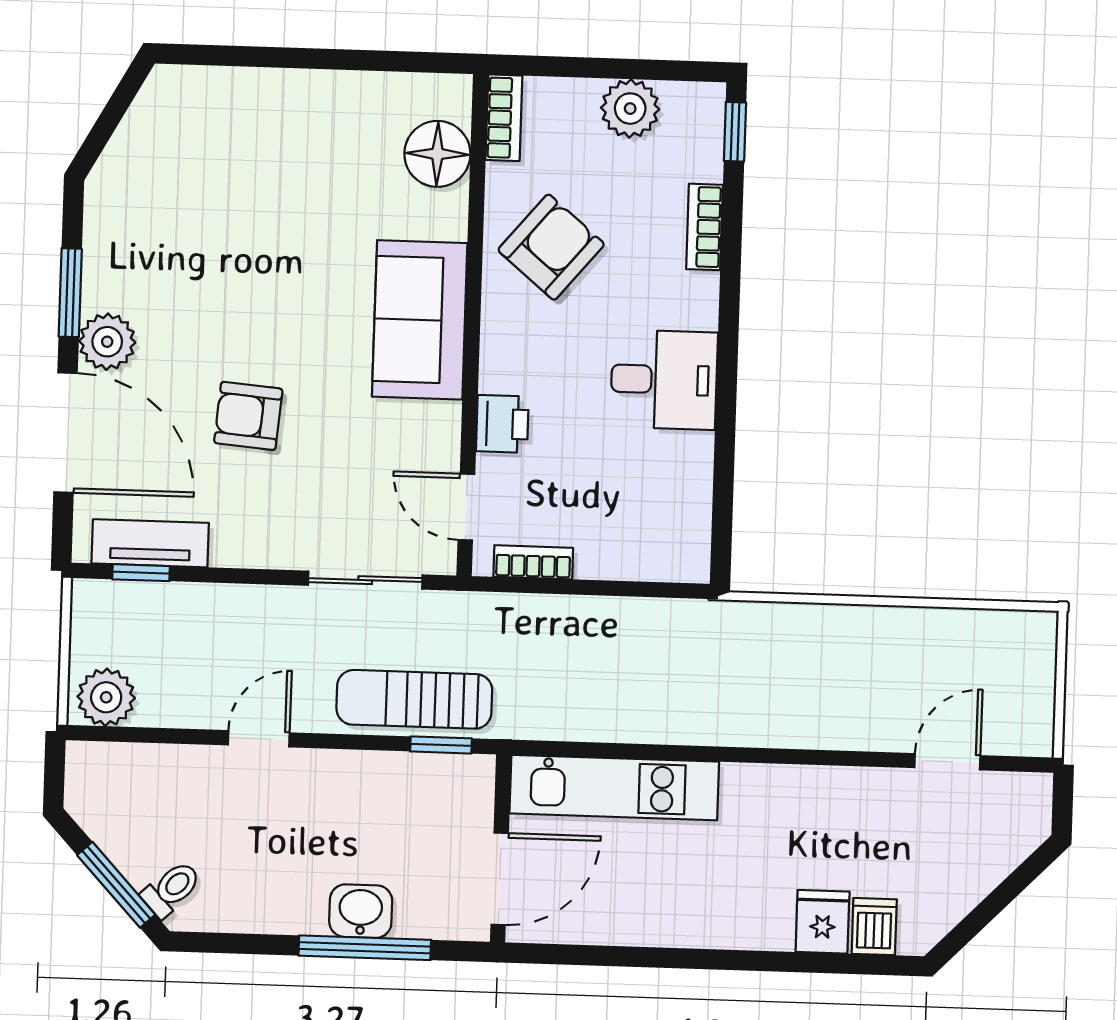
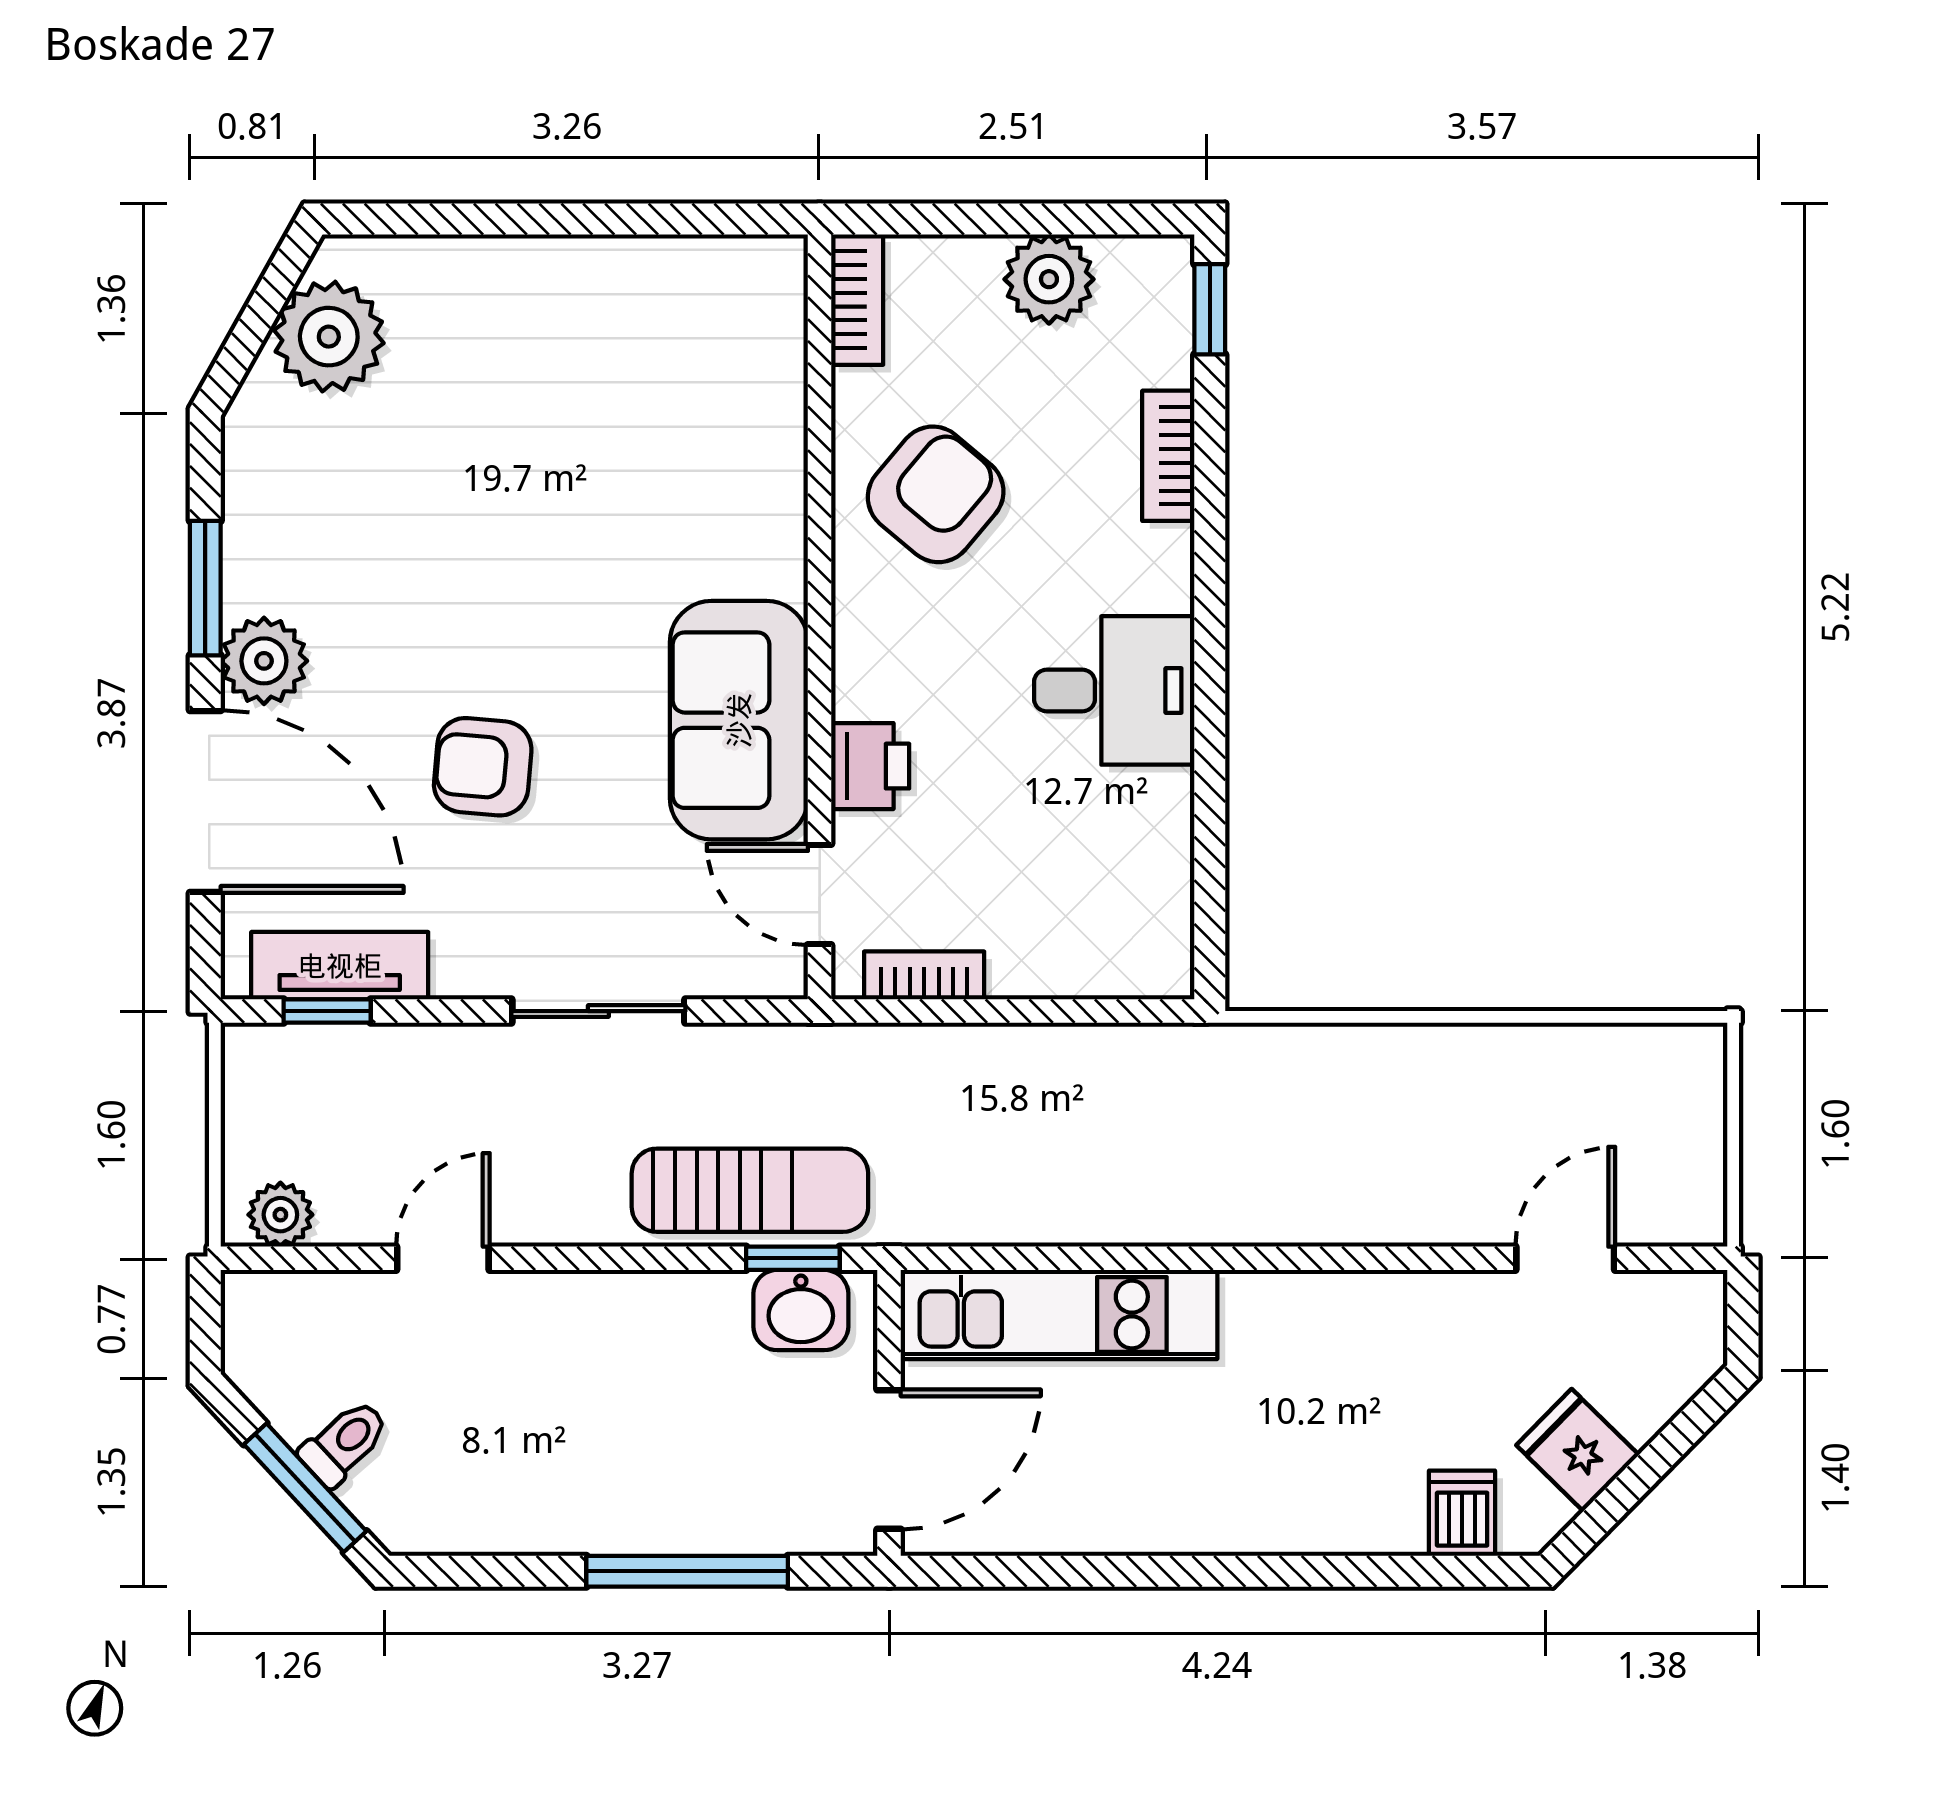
plant: (157, 130) -> (329, 337), added
floor lamp: (437, 154) -> (758, 358), removed
sofa: (420, 320) -> (739, 720), moved
sliding door: (365, 580) -> (598, 1011), moved
plant: (106, 697) -> (280, 1215), width x0.73, depth x0.73
sun lounger: (414, 699) -> (750, 1190), turned 180
door: (259, 739) -> (443, 1258), moved
toilet: (171, 889) -> (344, 1443), moved
washbasin: (361, 911) -> (801, 1310), moved, turned 180
fridge: (823, 922) -> (1578, 1450), moved, turned -45

